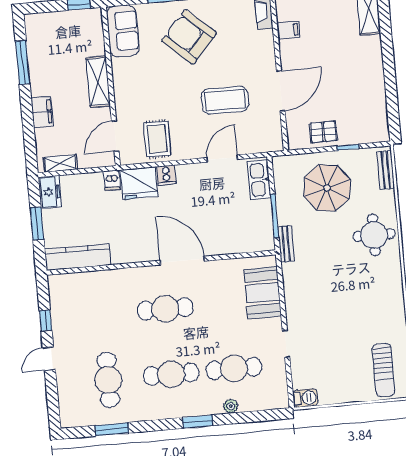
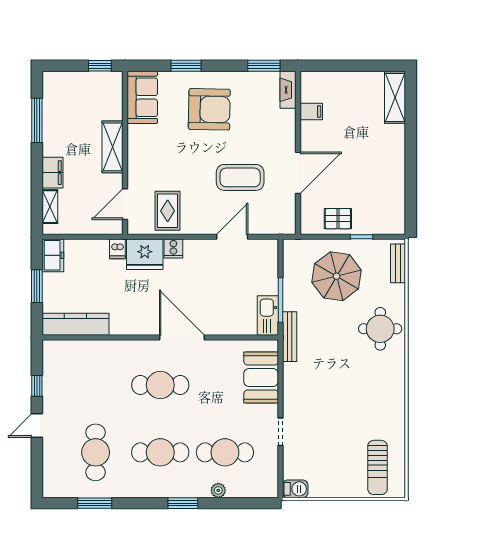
armchair: (189, 37) -> (209, 109), turned 139
shelving: (60, 163) -> (50, 207), moved, turned 90
kitchen sink: (259, 180) -> (268, 315), moved
bench: (286, 244) -> (290, 337), width x1.36

